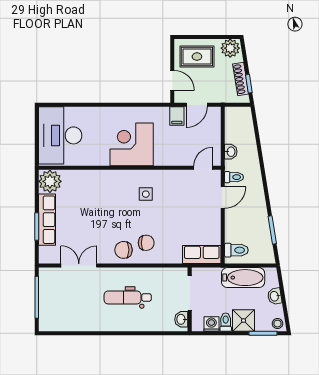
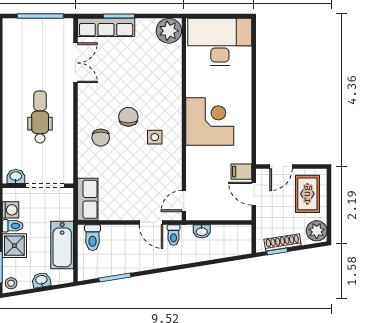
door: (203, 168) -> (184, 201), swing flipped
row of seats: (47, 220) -> (106, 27), moved
chair: (124, 250) -> (128, 117), moved

